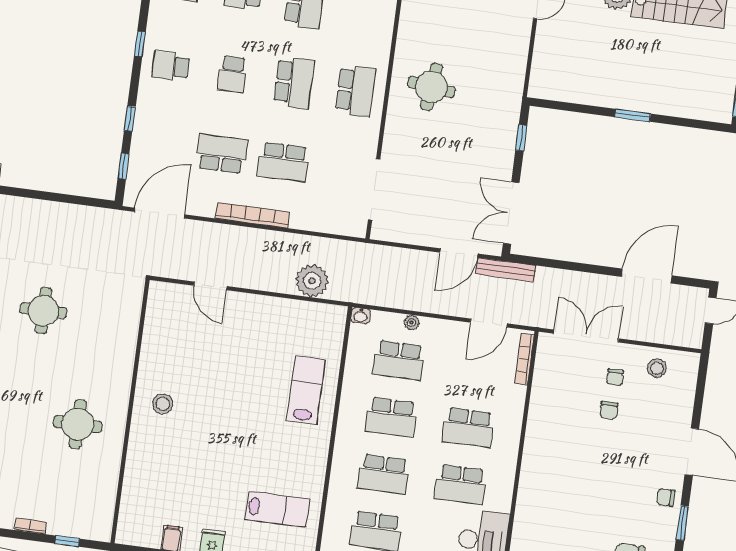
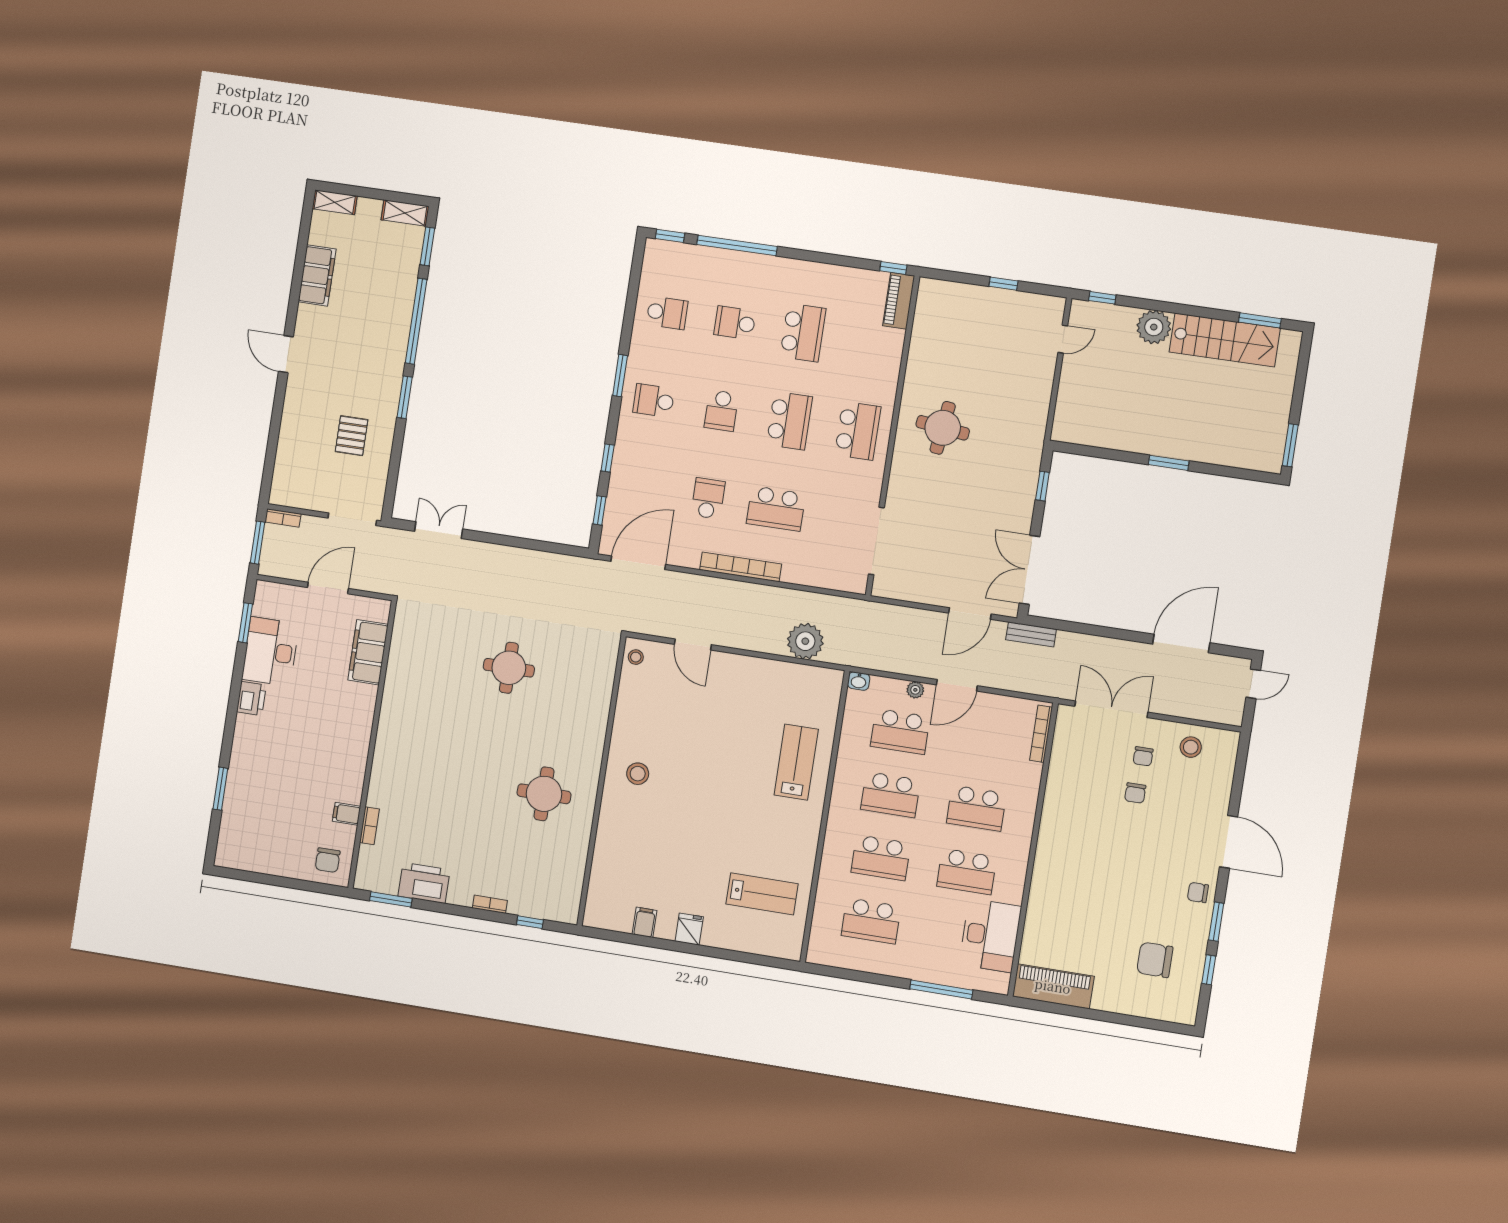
window: (140, 44) -> (620, 376), width x1.50
school desk: (222, 154) -> (708, 498), width x0.54
bench: (506, 270) -> (1031, 634), width x0.73
stool: (159, 298) -> (636, 657), added
door: (489, 323) -> (957, 685), moved

